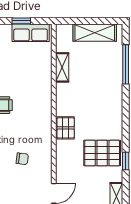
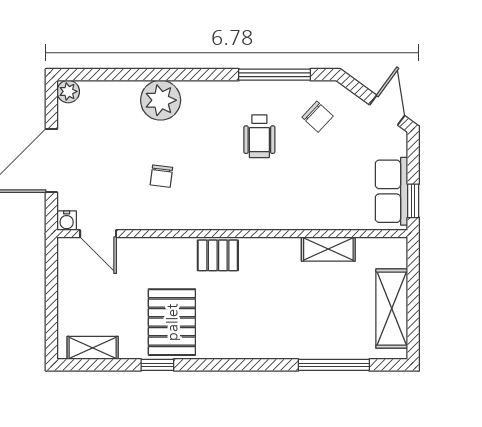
window: (21, 21) -> (413, 201), moved

